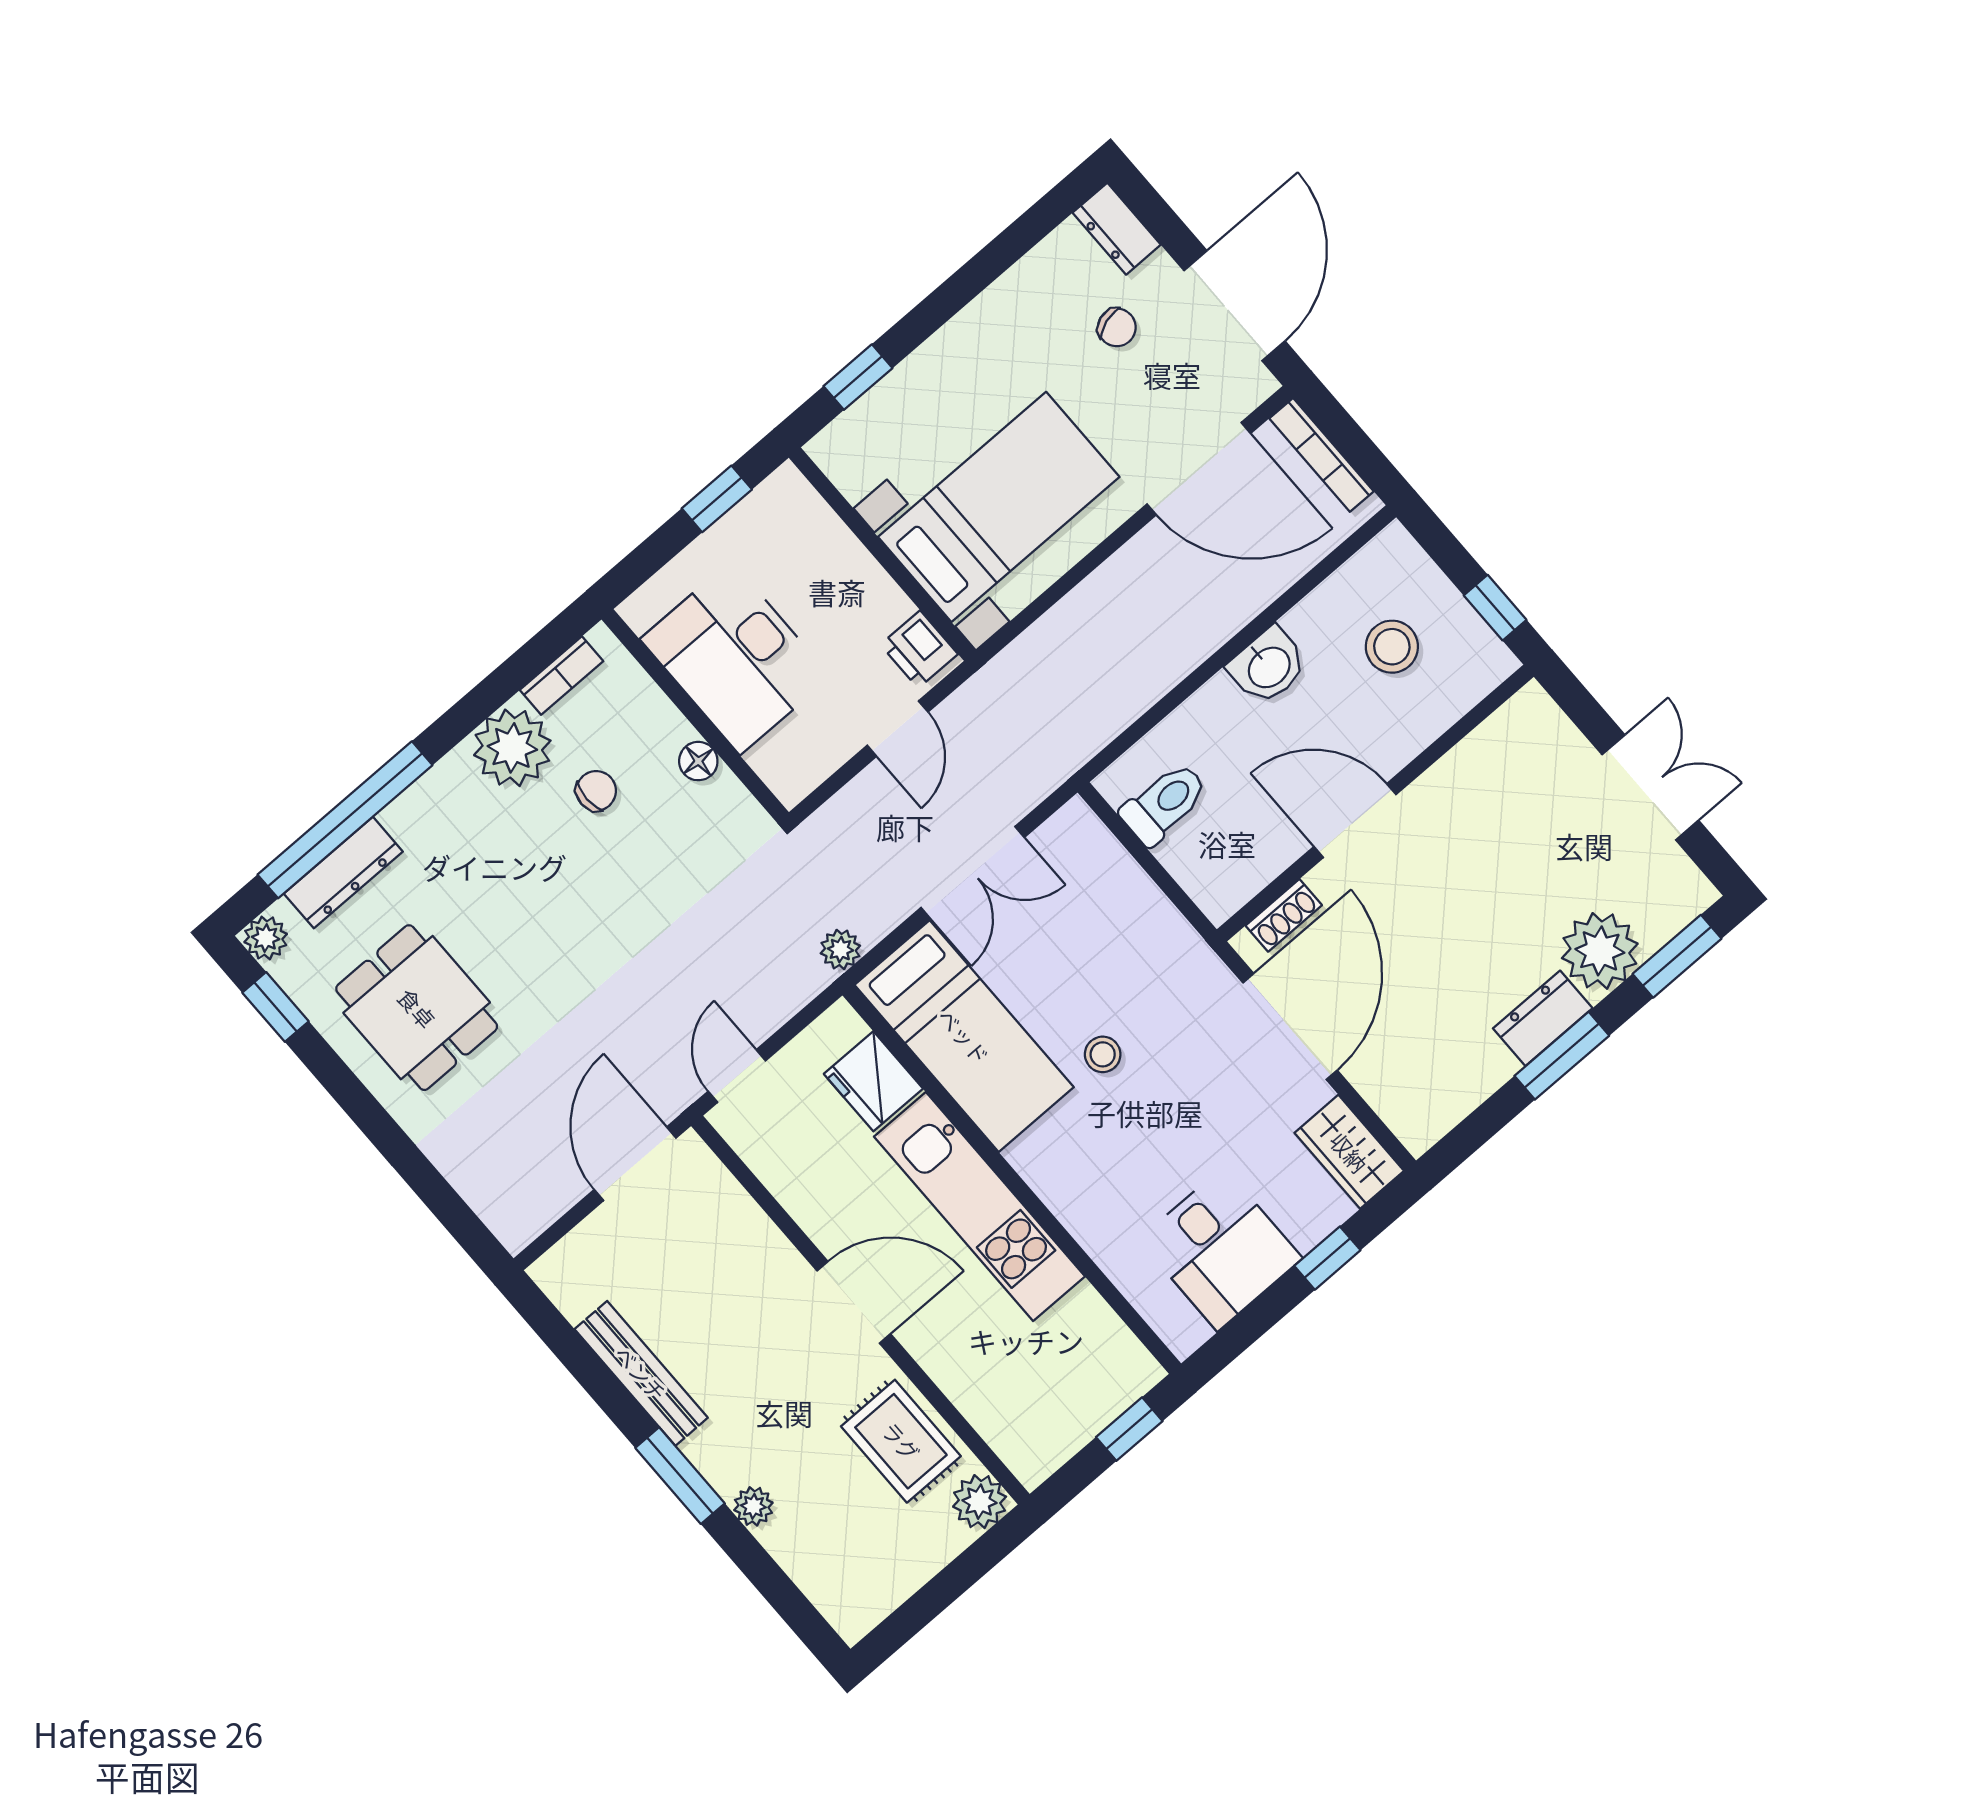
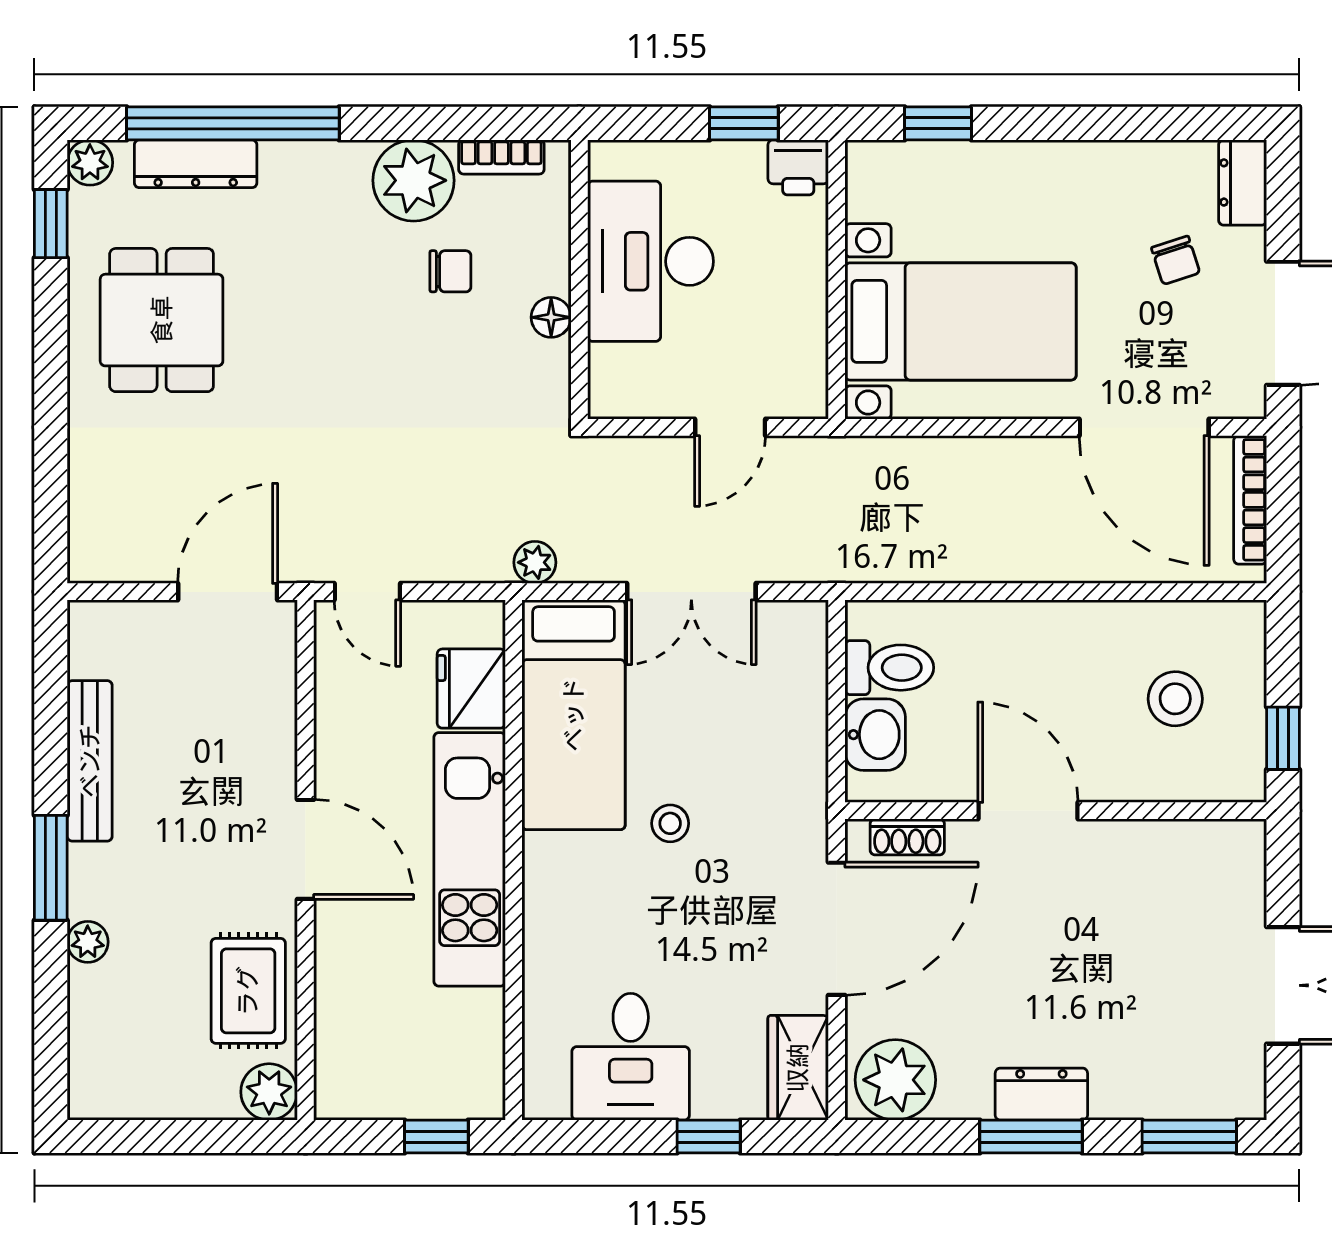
printer: (919, 649) -> (798, 167), moved, turned -90
washbasin: (1268, 666) -> (875, 735), moved, turned -90
plant: (1600, 951) -> (895, 1080), moved
door: (737, 1076) -> (367, 592), swing flipped

